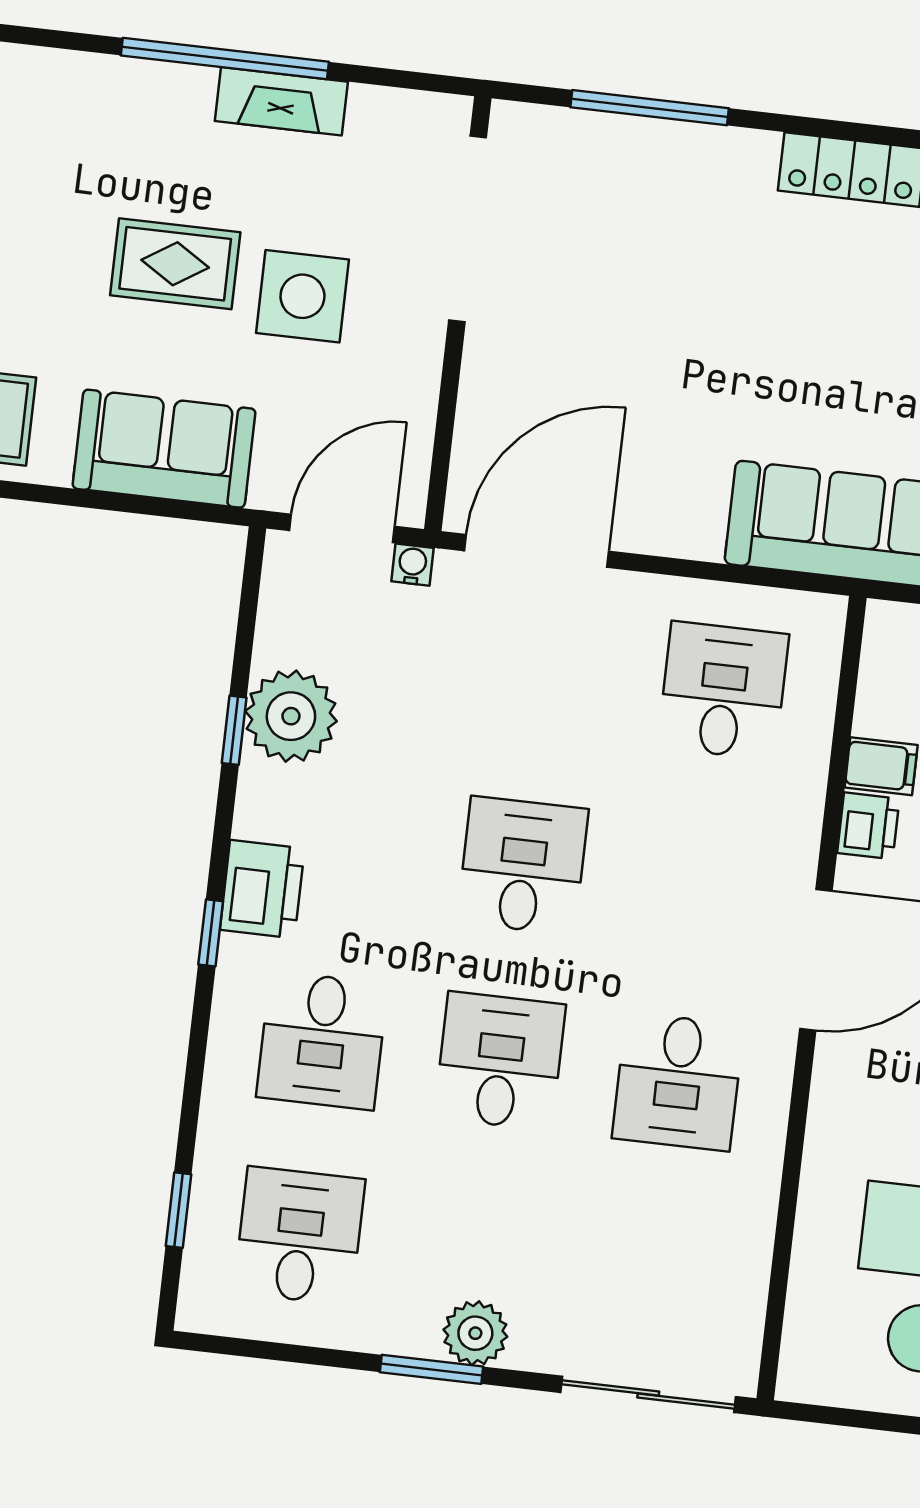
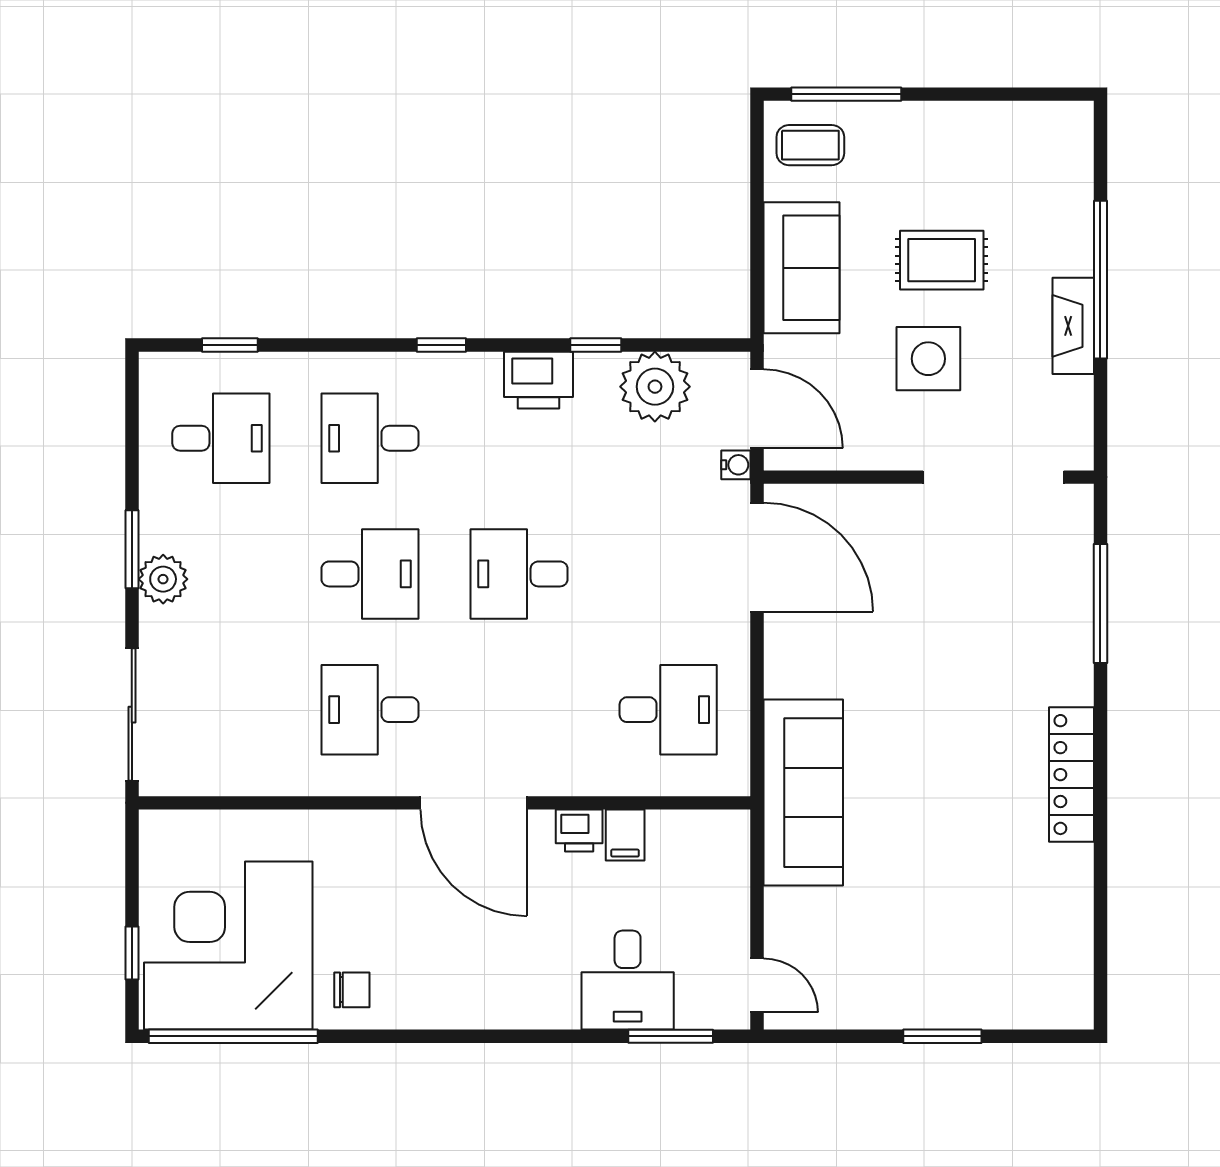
rug: (175, 264) -> (942, 260), turned 90
plant: (291, 716) -> (655, 387), moved
desk: (523, 866) -> (519, 574), turned 180
printer: (262, 889) -> (538, 380), moved

